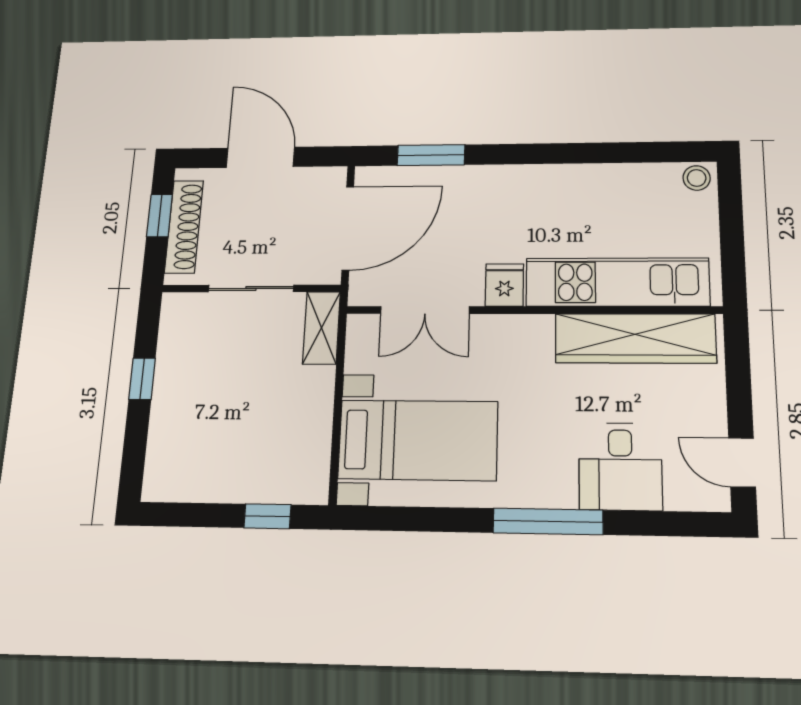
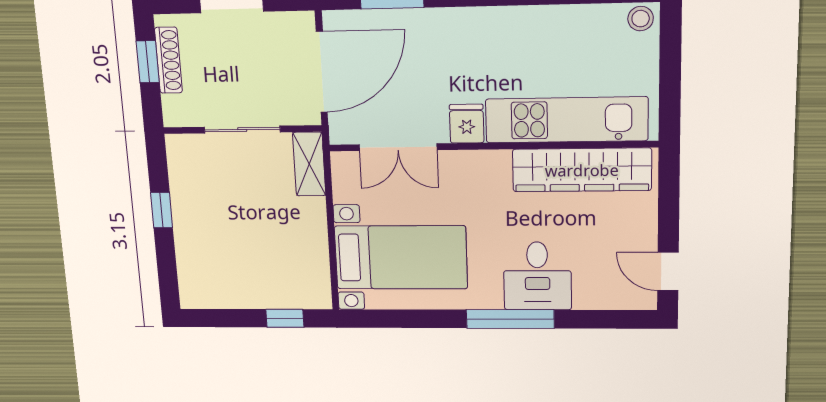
shoe rack: (184, 227) -> (168, 60), width x0.74, depth x0.81
desk: (620, 466) -> (537, 276), moved

